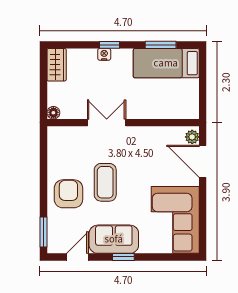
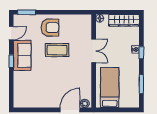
bed: (166, 63) -> (110, 88), moved
wardrobe: (57, 65) -> (124, 20), width x1.50
corner sofa: (175, 220) -> (34, 93), removed
door: (77, 257) -> (11, 33), hinge flipped

